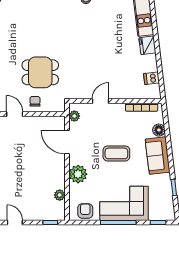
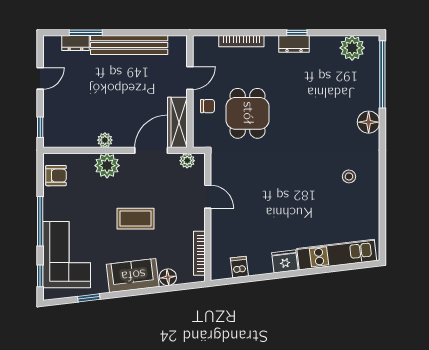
wardrobe: (47, 123) -> (177, 122), added
coffee table: (116, 153) -> (136, 219), turned 90
plant: (60, 195) -> (105, 140), moved
corner sofa: (124, 203) -> (67, 255), moved

